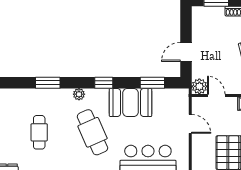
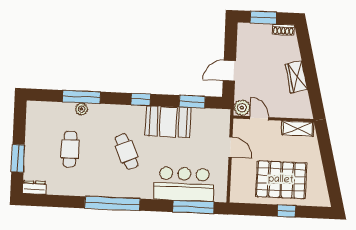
window: (48, 83) -> (81, 97), width x1.44
plant: (79, 94) -> (81, 109), moved
cafe table: (93, 132) -> (127, 151), width x0.73, depth x0.74

